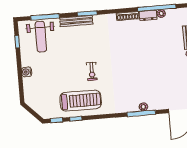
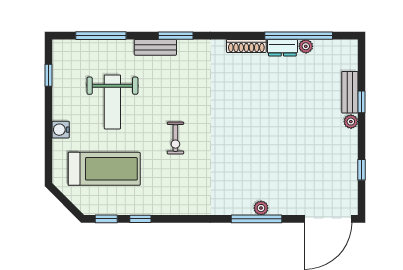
bench: (76, 21) -> (155, 47), width x0.73
weight bench: (41, 37) -> (112, 102), moved
treadmill: (81, 101) -> (104, 169), moved

